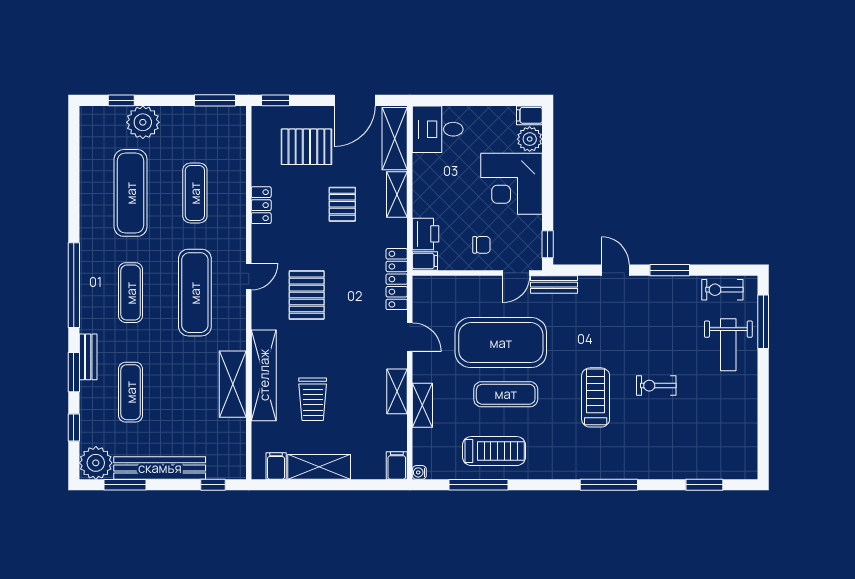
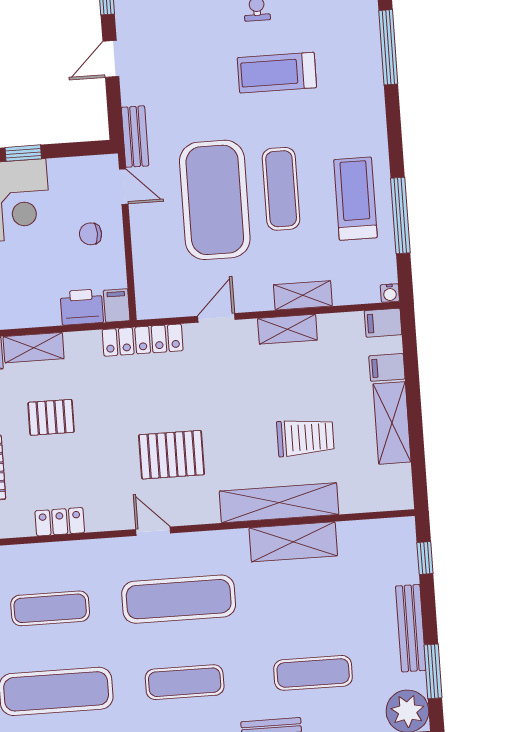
window: (548, 244) -> (23, 153), moved
chair: (481, 245) -> (91, 234), turned -90
filing cabinet: (276, 466) -> (387, 367), moved
bench: (160, 468) -> (411, 628), width x0.73, depth x0.82

